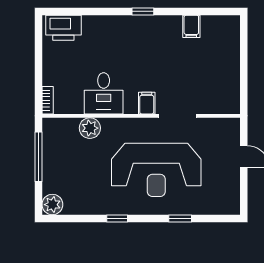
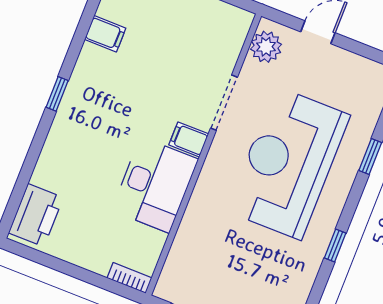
desk: (104, 93) -> (155, 185), width x1.37
plant: (90, 128) -> (266, 47), moved
reception desk: (156, 170) -> (288, 163), turned 180

